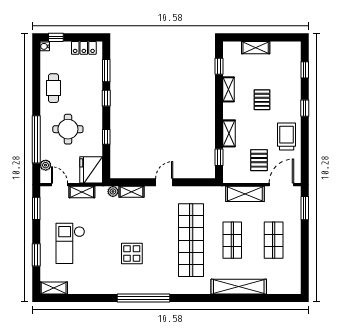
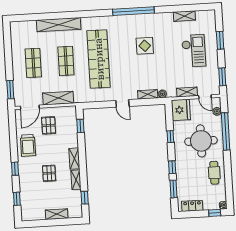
round table: (68, 129) -> (201, 141), width x1.36, depth x1.36
shelving: (229, 133) -> (74, 159), moved
door: (164, 182) -> (122, 103), hinge flipped
shelving: (54, 288) -> (184, 16), moved

